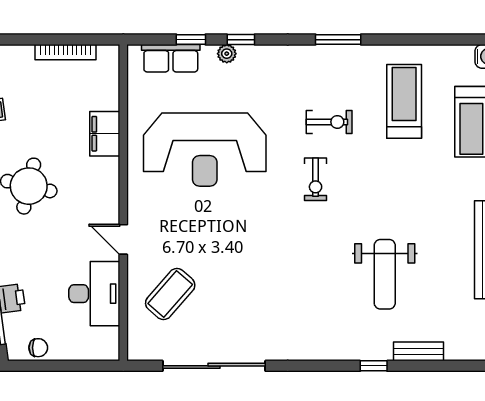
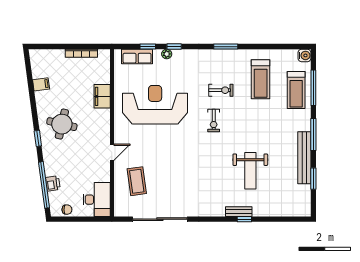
treadmill: (404, 101) -> (261, 79), turned 180
reception desk: (205, 150) -> (155, 105), turned 180
door: (123, 239) -> (112, 152), swing flipped
desk: (94, 294) -> (97, 200), moved
coffee table: (170, 294) -> (137, 181), turned -49
bench: (418, 351) -> (239, 212), moved

